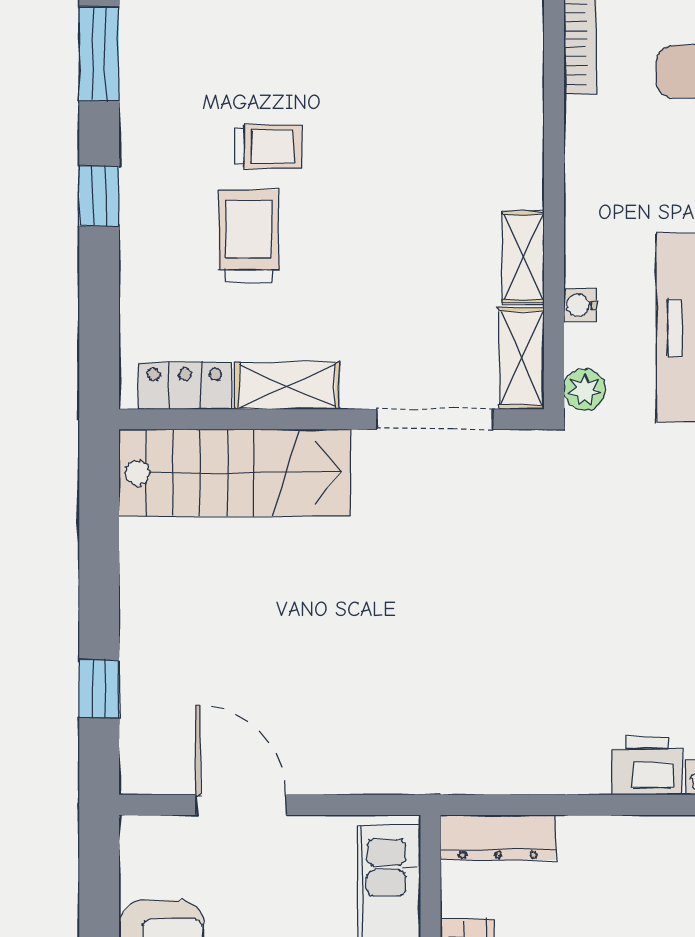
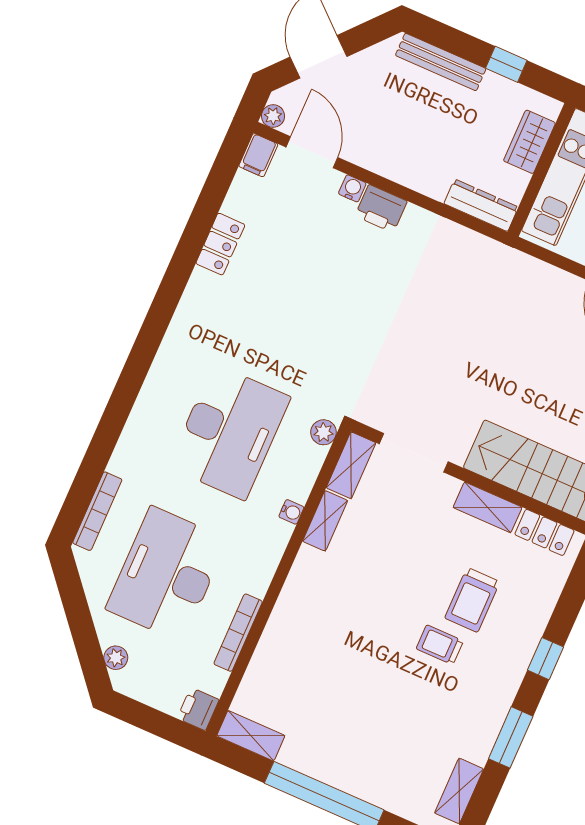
water cooler: (580, 305) -> (291, 512), moved

